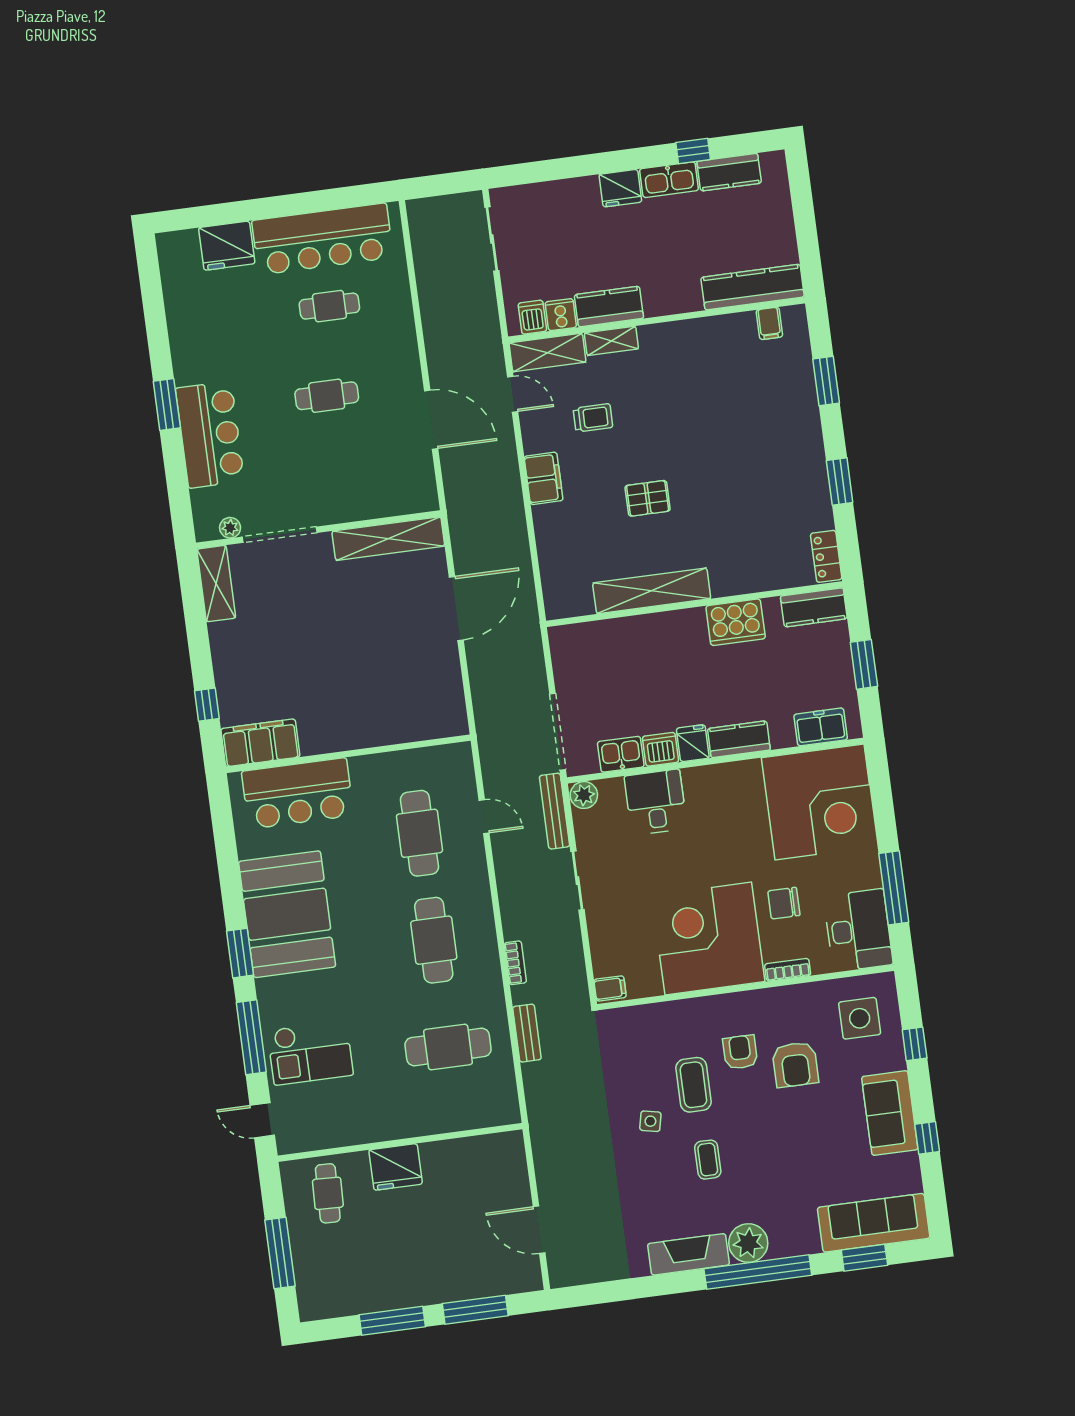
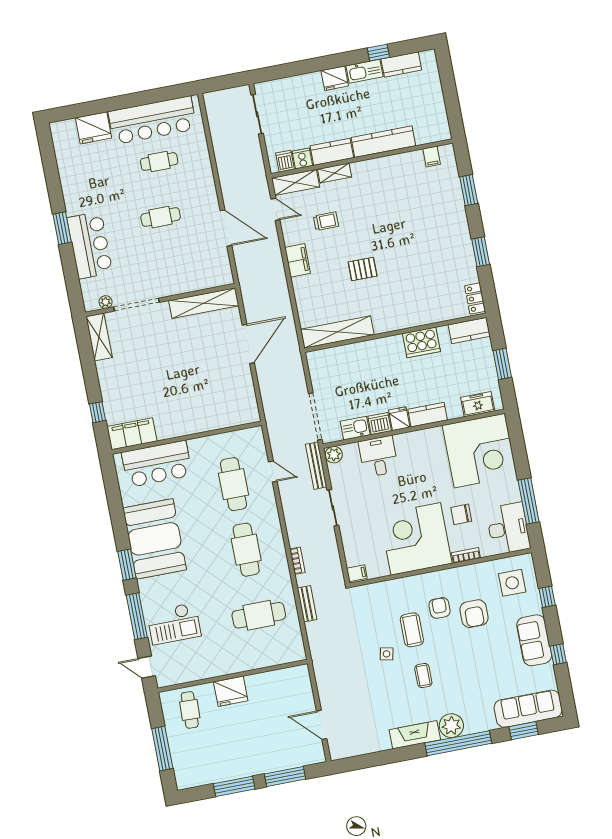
kitchen counter: (753, 287) -> (383, 142), moved
shelving: (652, 591) -> (337, 332), moved

